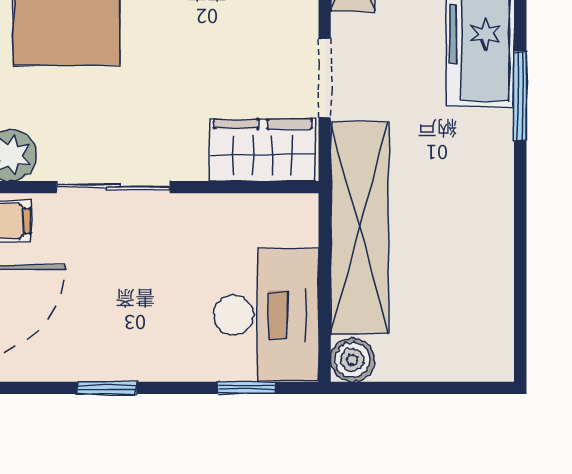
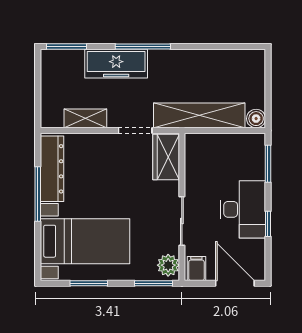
window: (520, 96) -> (143, 47), width x1.44
desk: (266, 315) -> (243, 209), moved, turned 90
window: (247, 388) -> (268, 164), width x1.50

